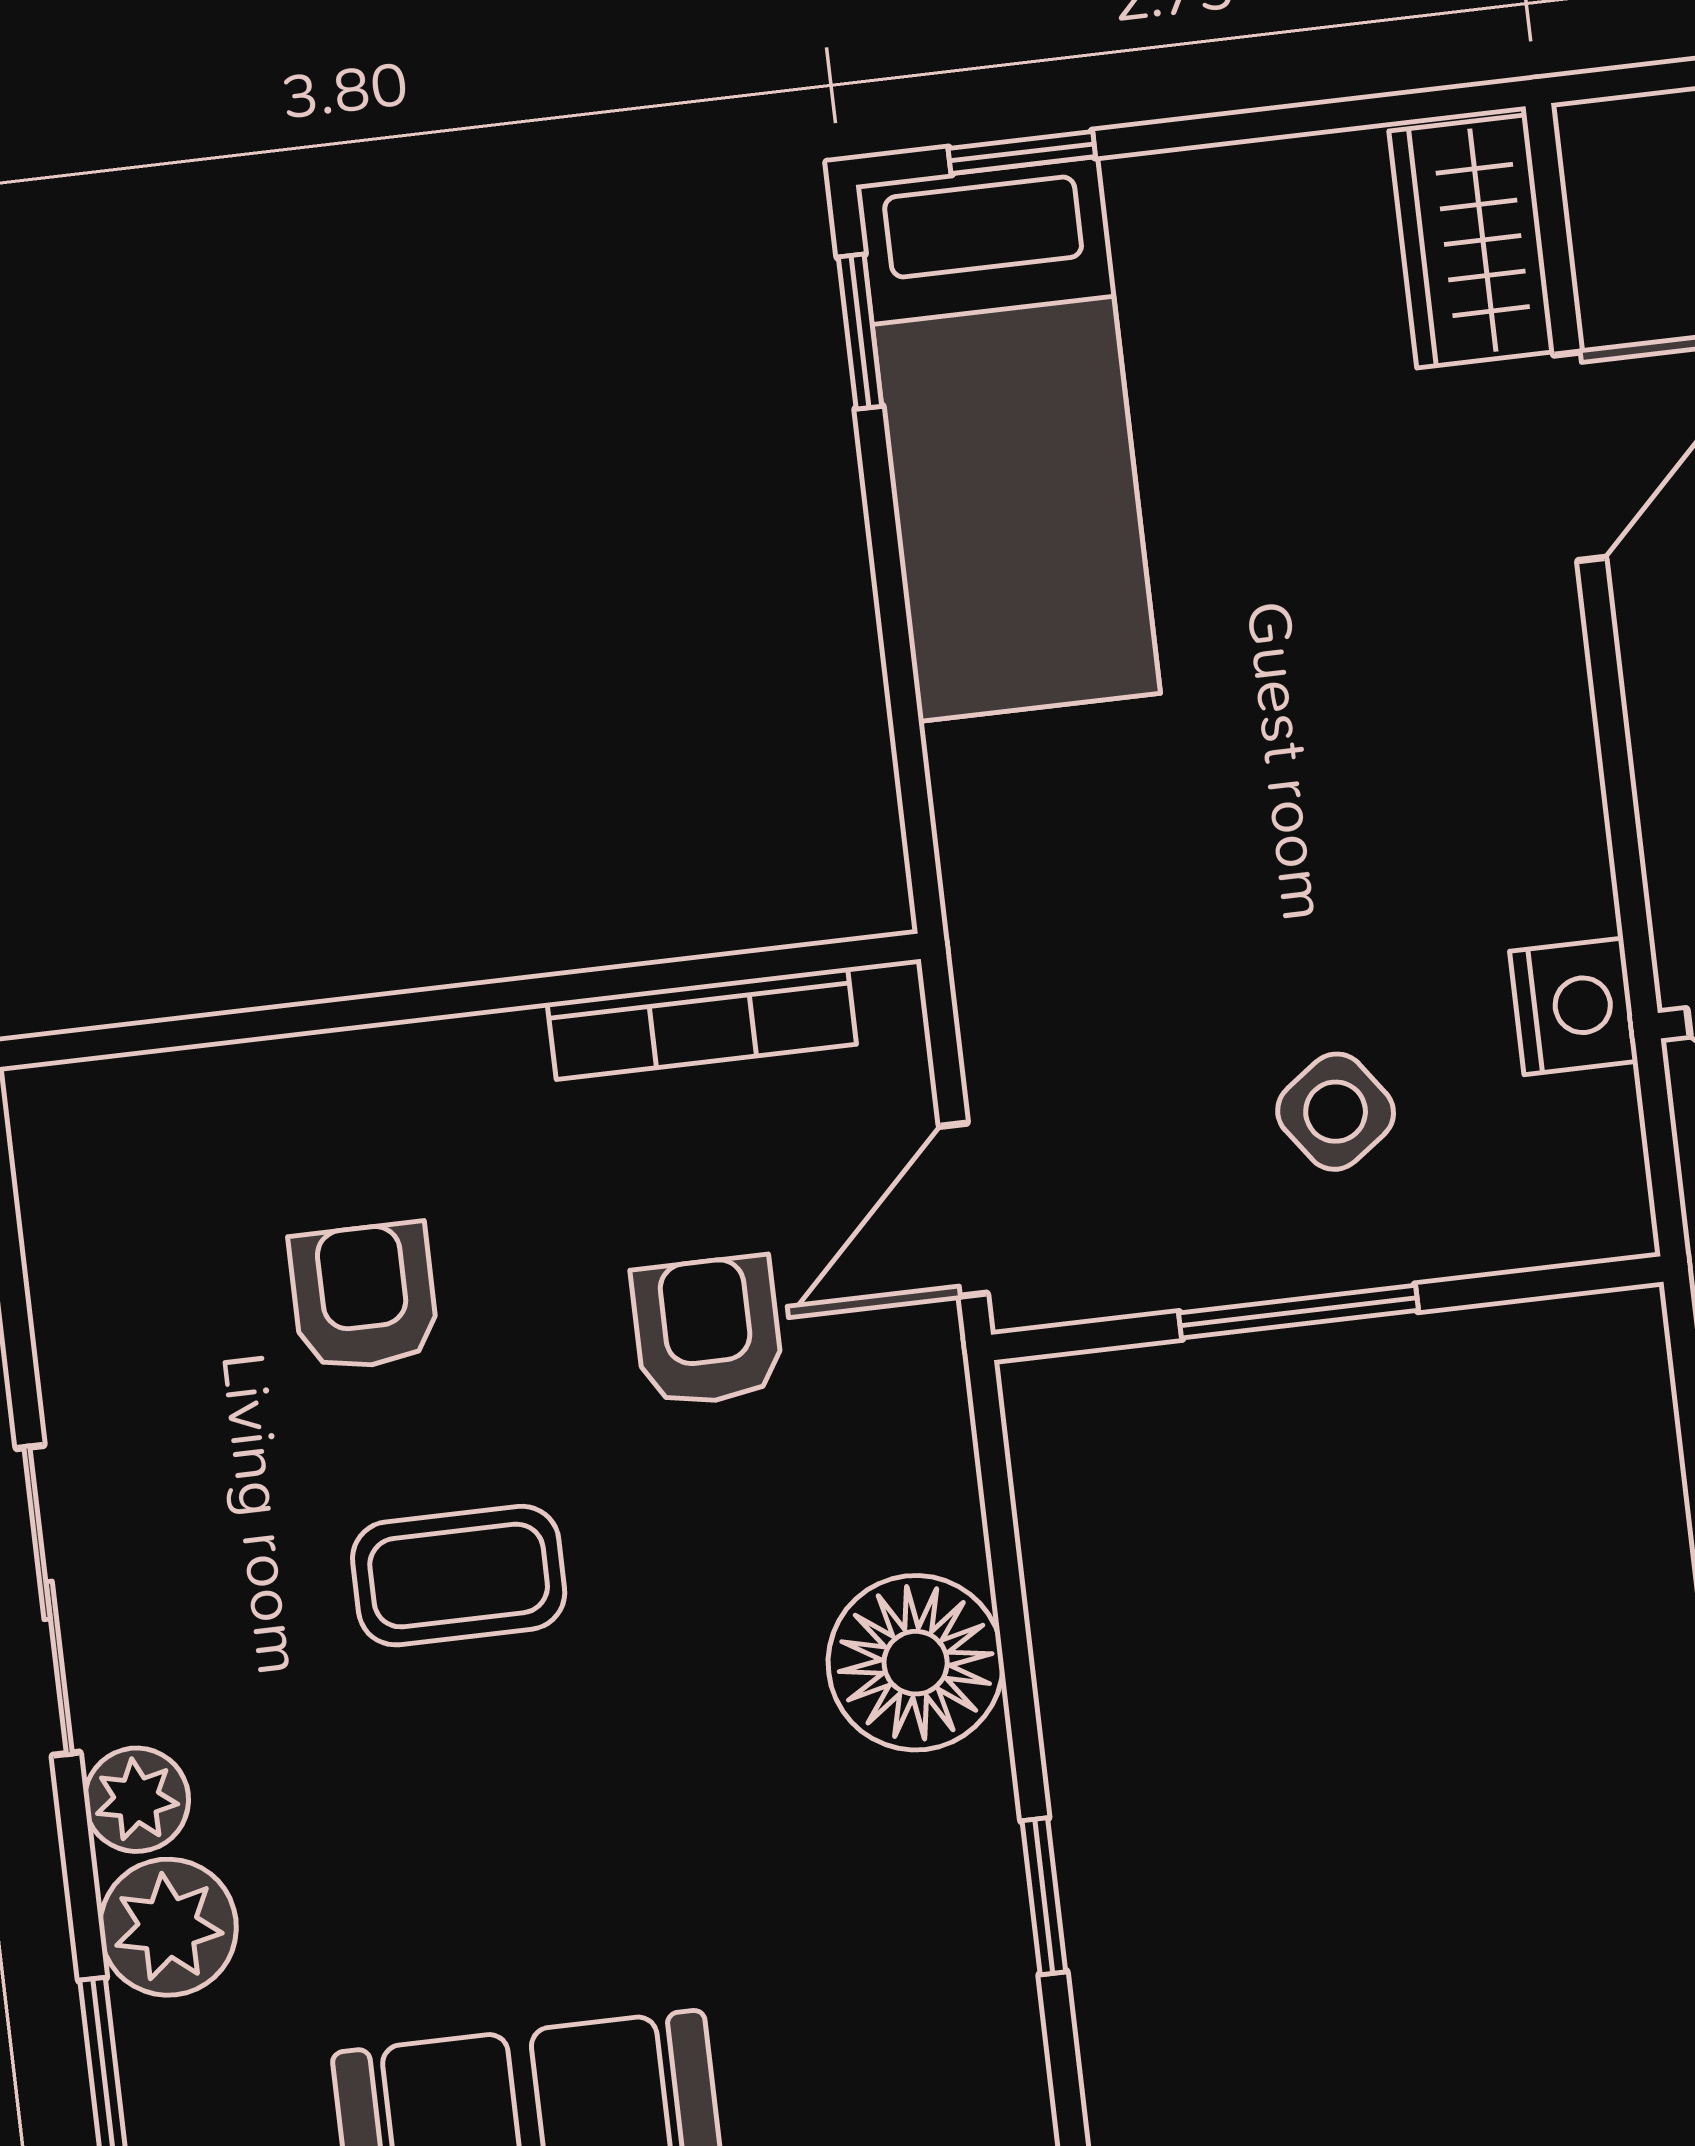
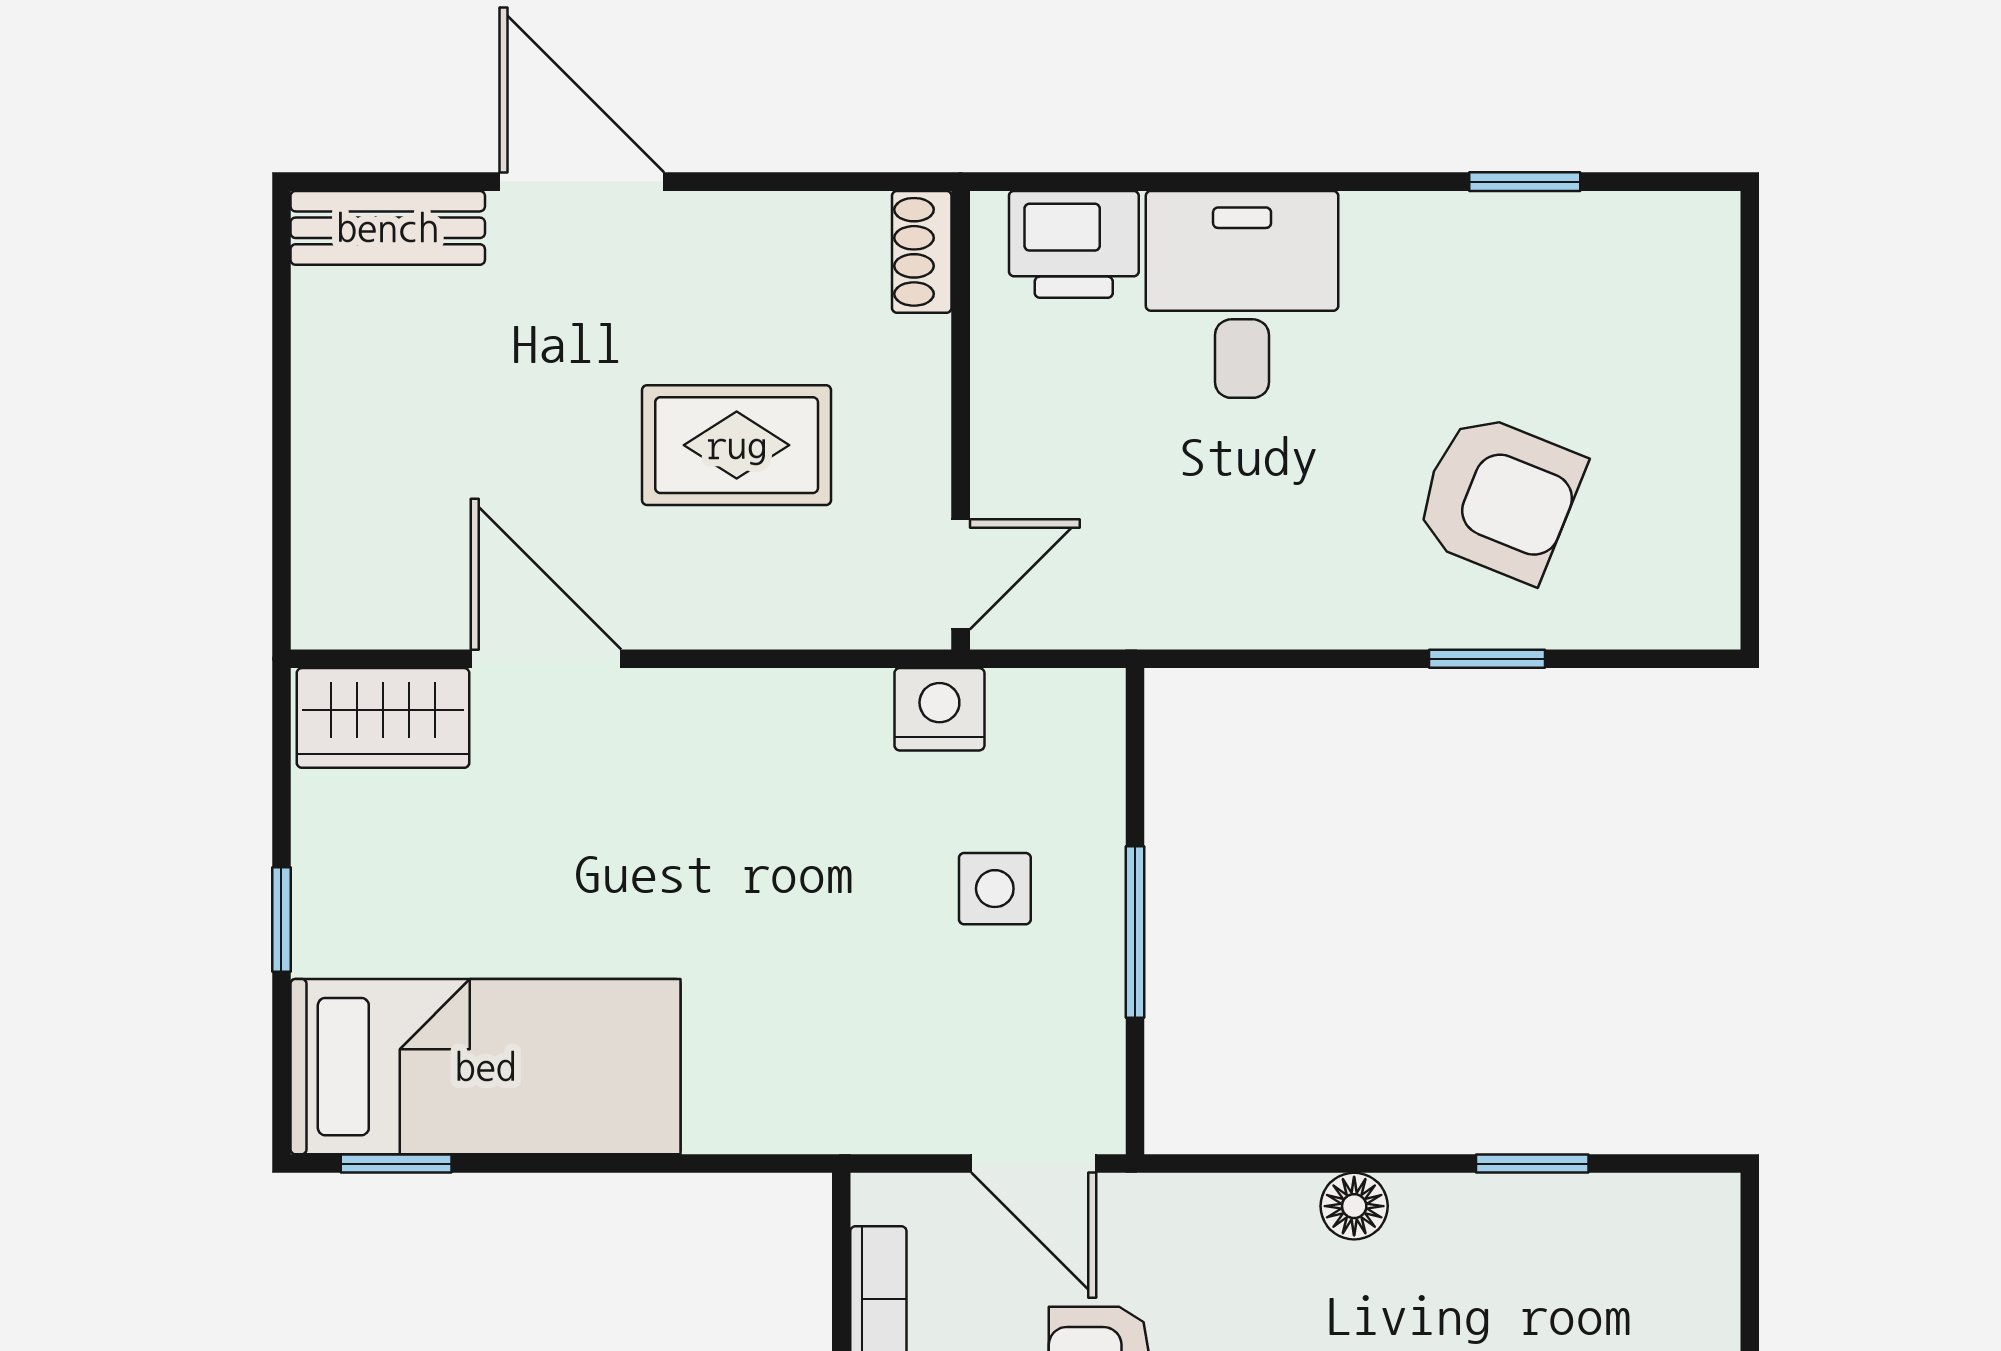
window: (1022, 152) -> (281, 919), moved
side table: (1336, 1112) -> (995, 889), turned 36
floor lamp: (916, 1663) -> (1354, 1206), width x0.53, depth x0.53

